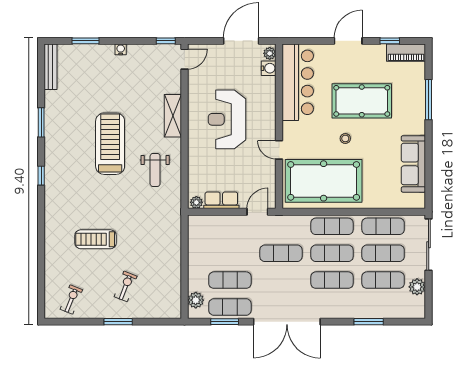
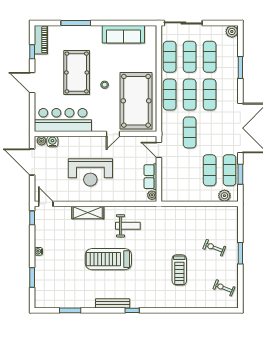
bench: (51, 67) -> (113, 303), moved
window: (41, 122) -> (70, 310), moved
plant: (417, 287) -> (232, 31), moved

